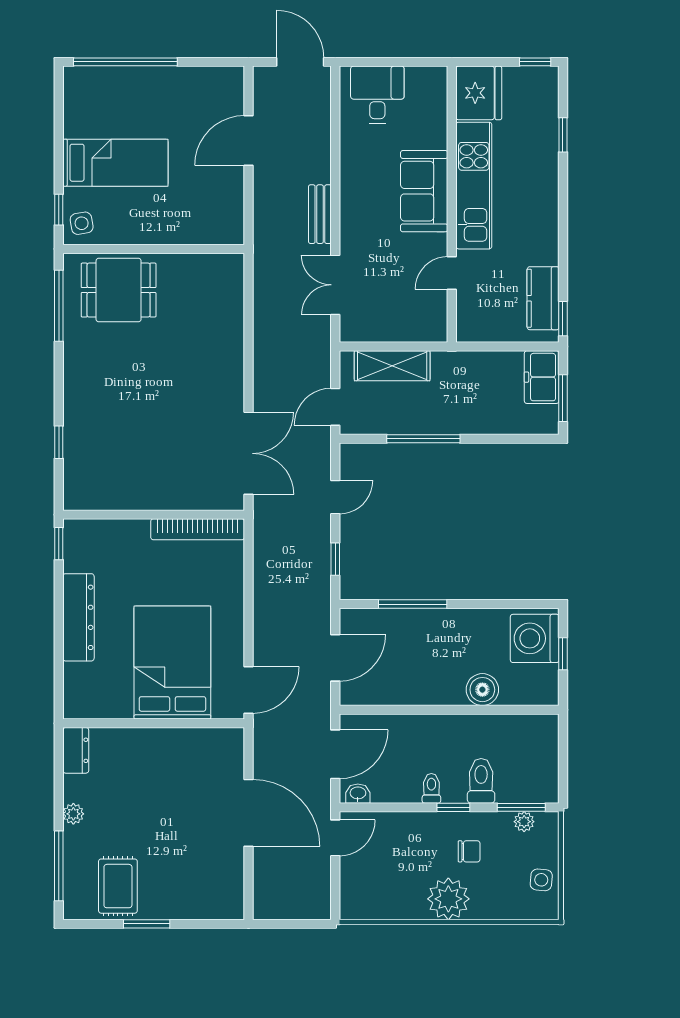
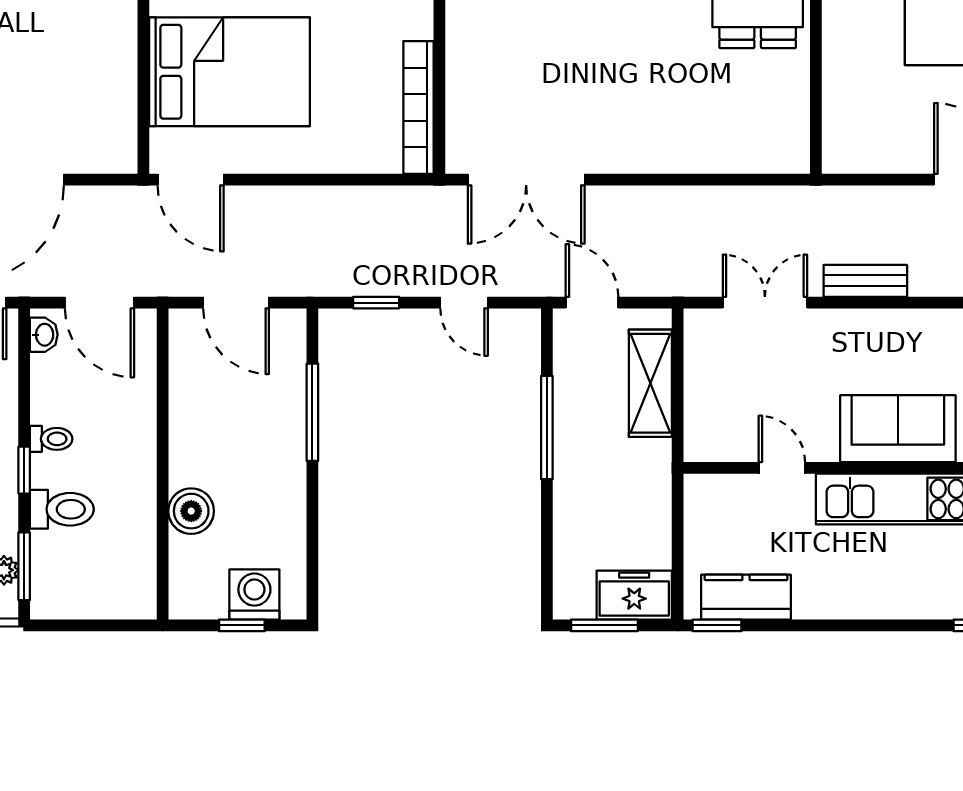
washing machine: (535, 638) -> (254, 595), width x0.73, depth x0.73

